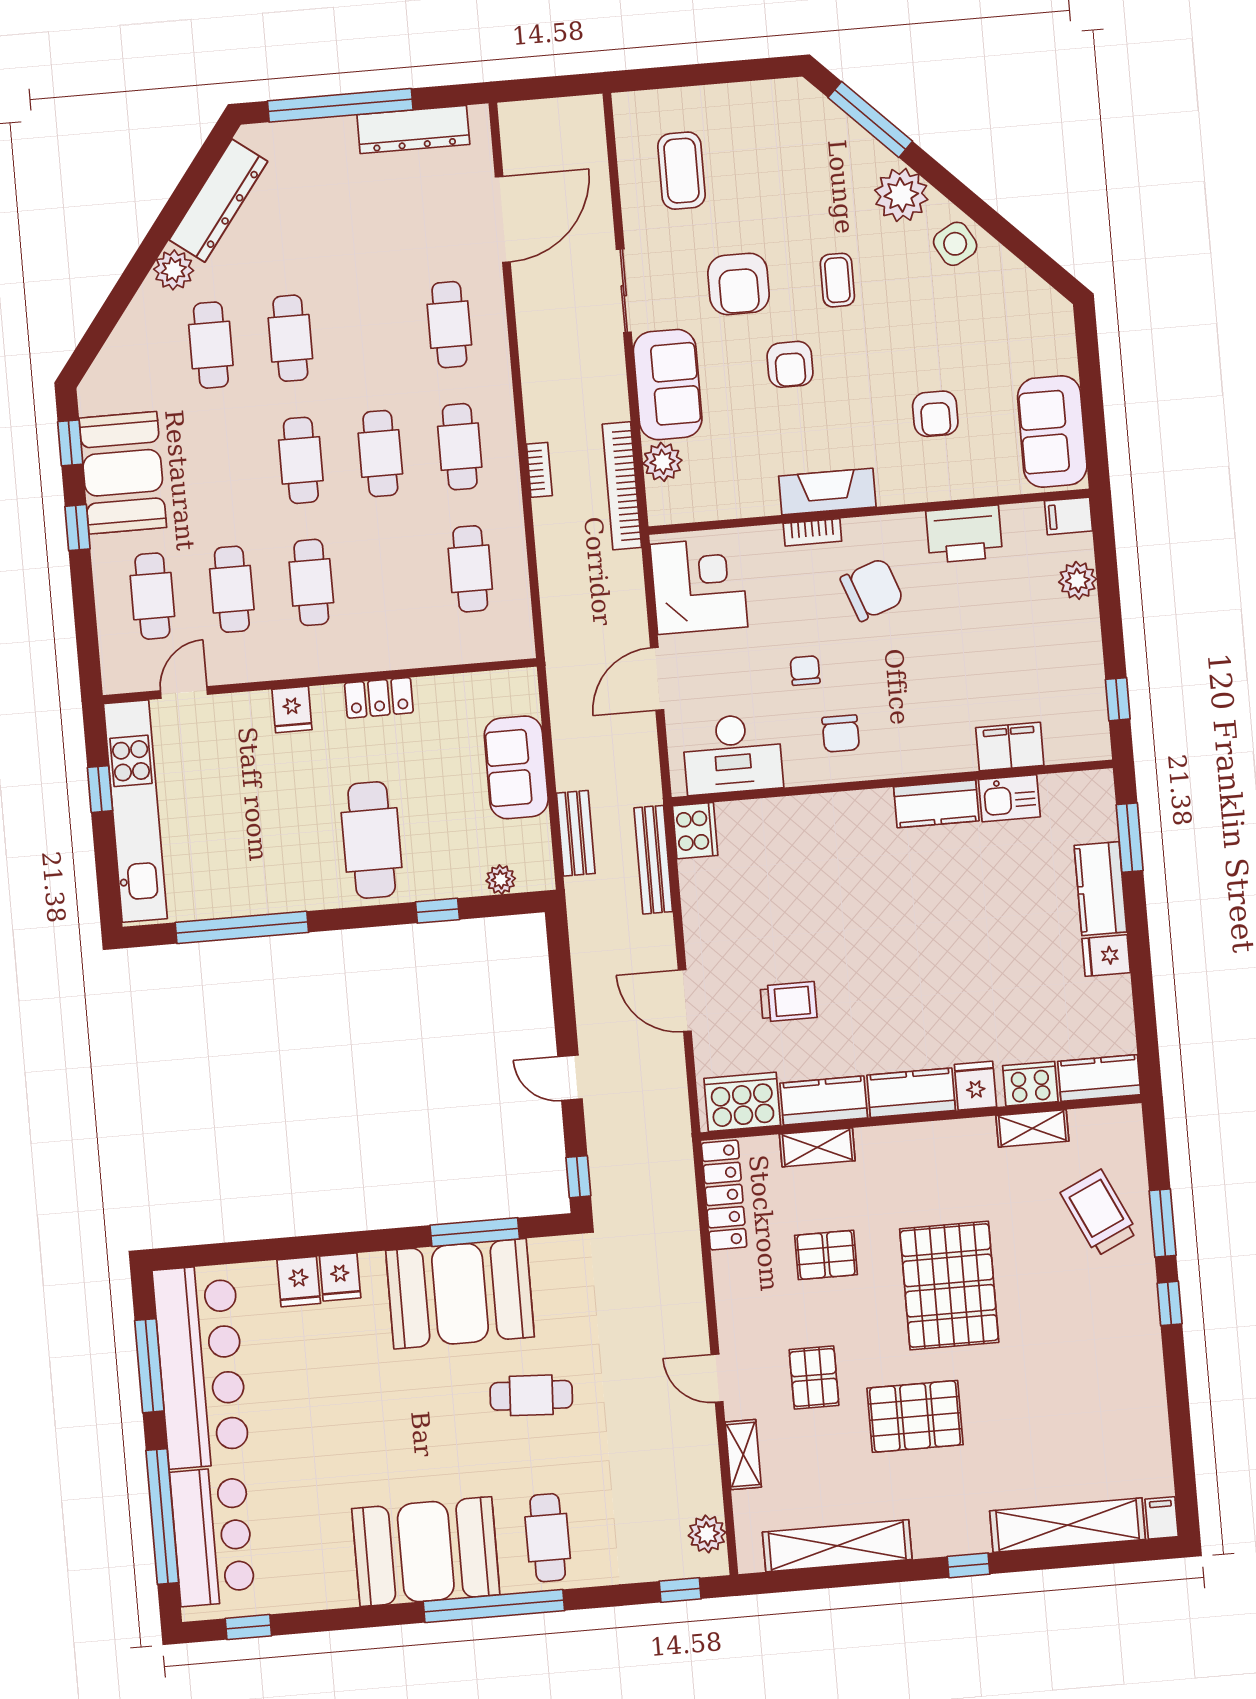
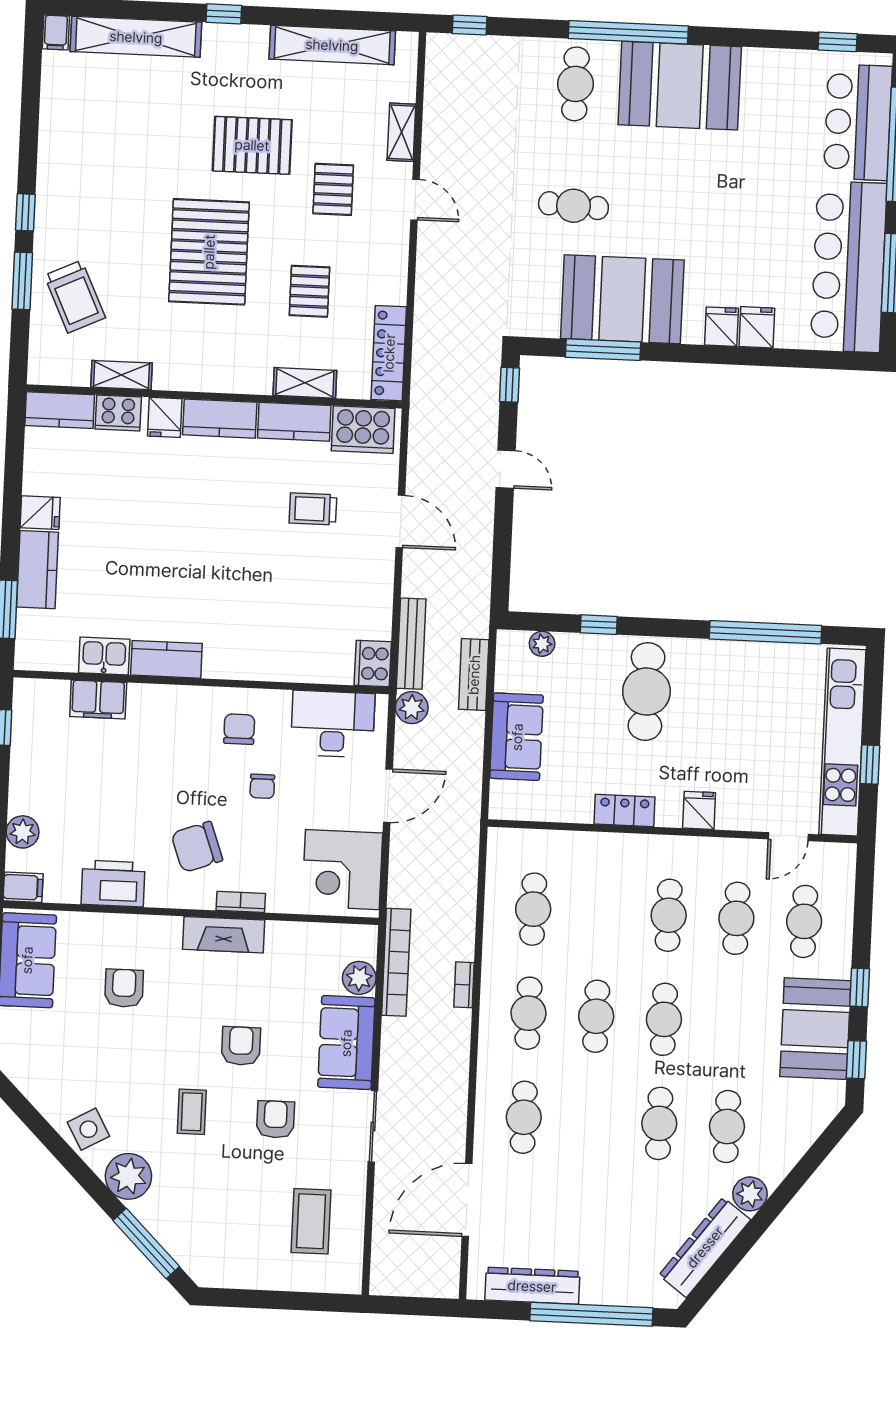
armchair: (739, 284) -> (275, 1119), width x0.72, depth x0.72
pallet: (826, 1255) -> (309, 291), turned 90
plant: (707, 1534) -> (412, 708), moved

